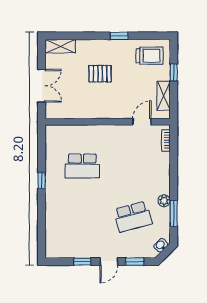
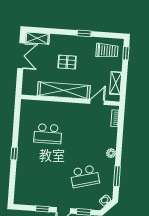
window: (174, 72) -> (126, 53), moved
double door: (42, 86) -> (21, 56), moved
shelving: (99, 110) -> (64, 91), added
window: (42, 181) -> (14, 154), moved
plant: (164, 201) -> (111, 153), moved

